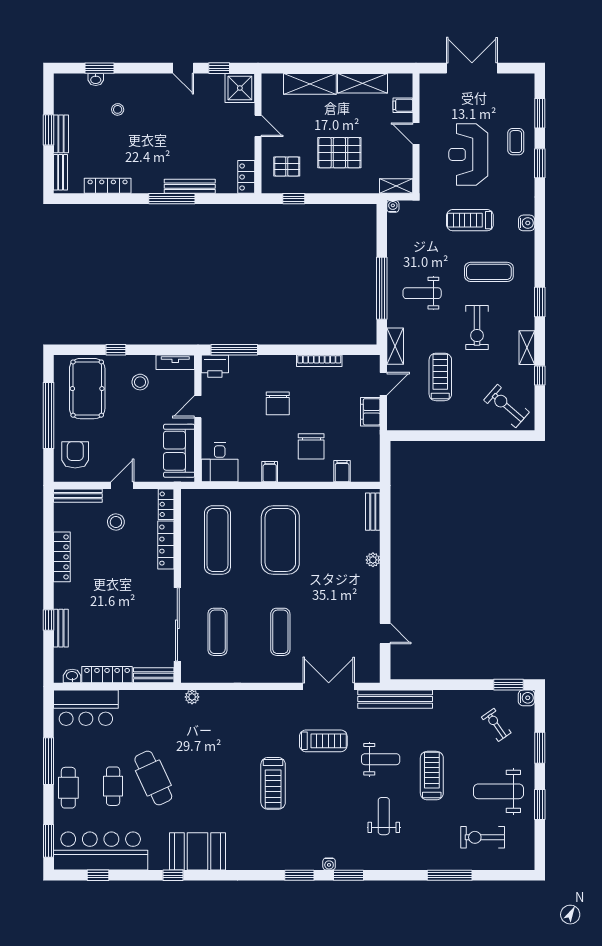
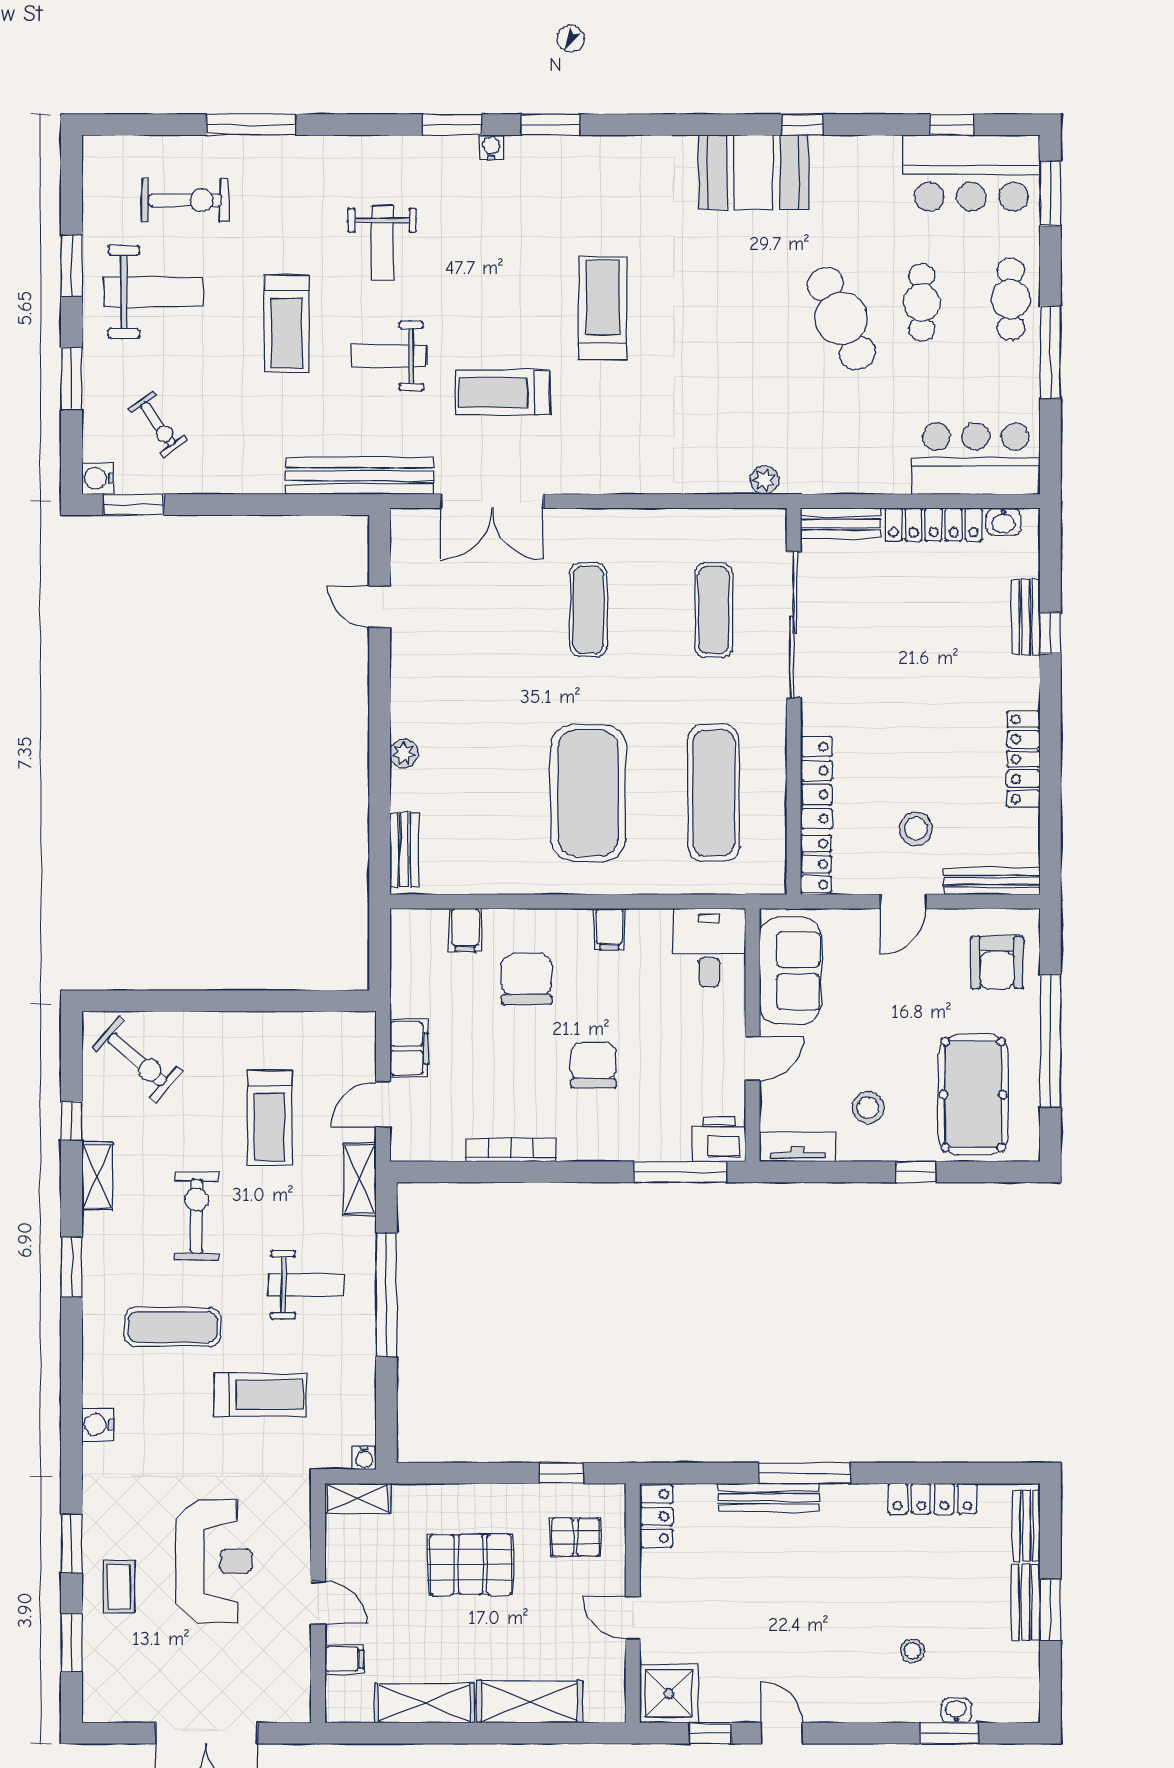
treadmill: (470, 220) -> (260, 1395), moved
bar counter: (101, 851) -> (971, 173), width x0.73

